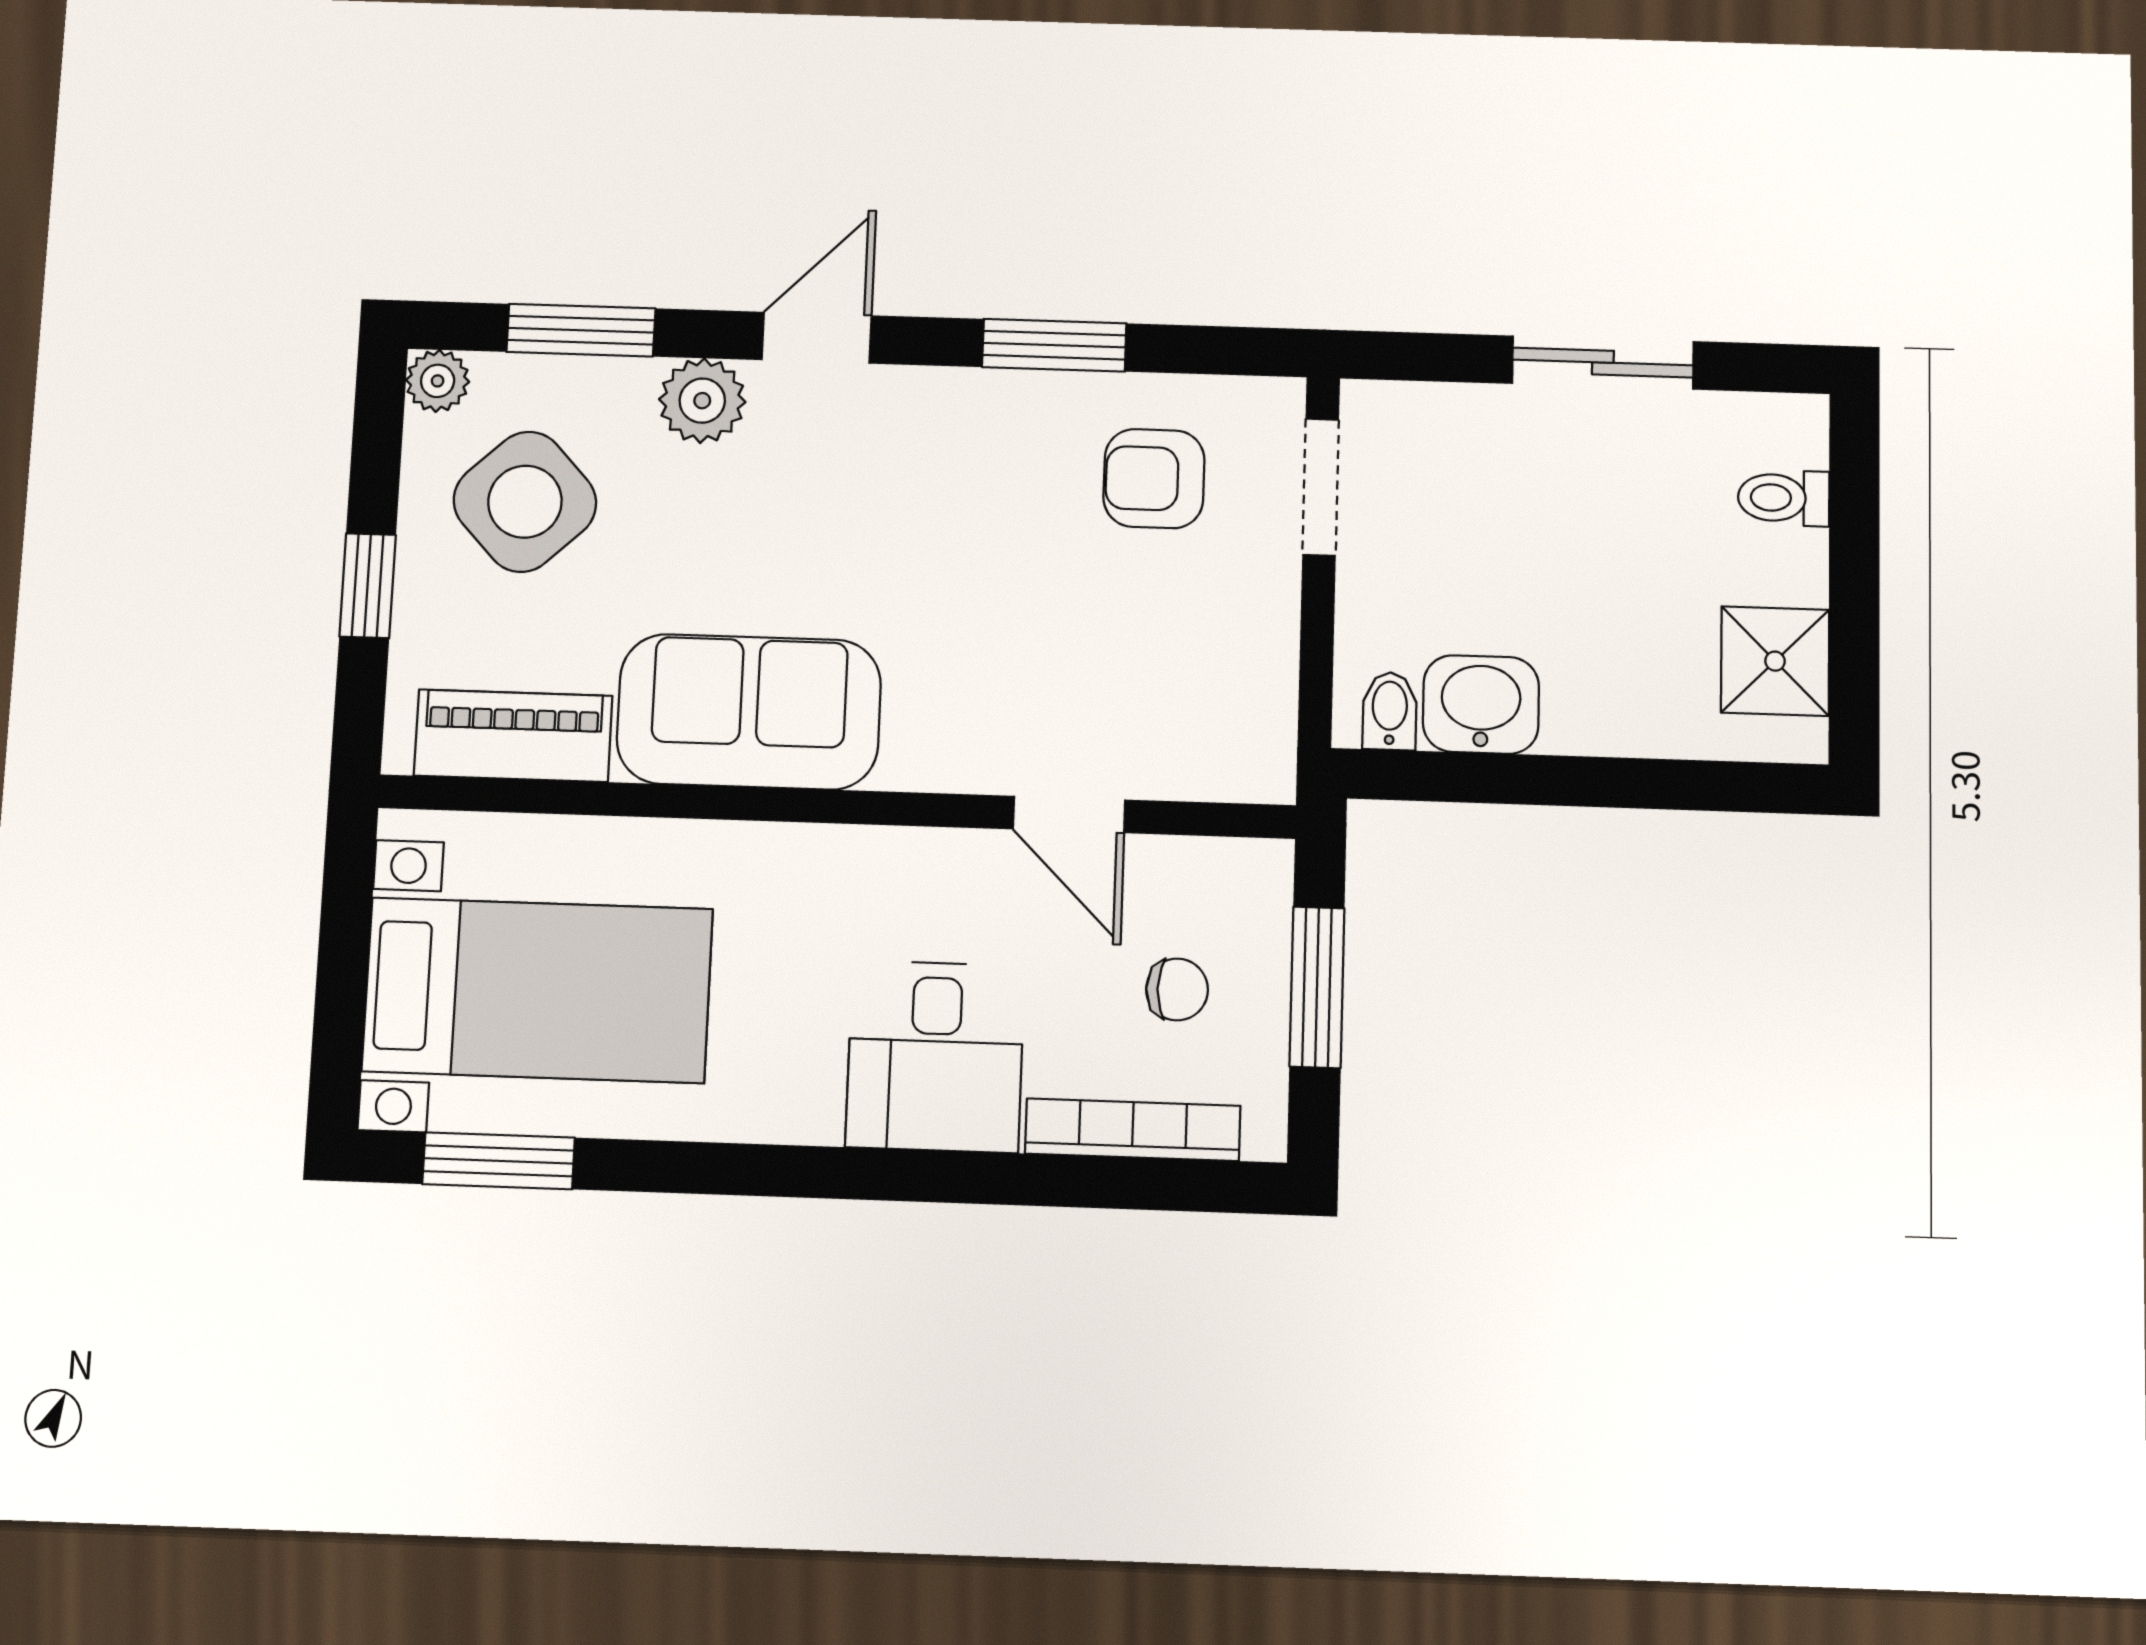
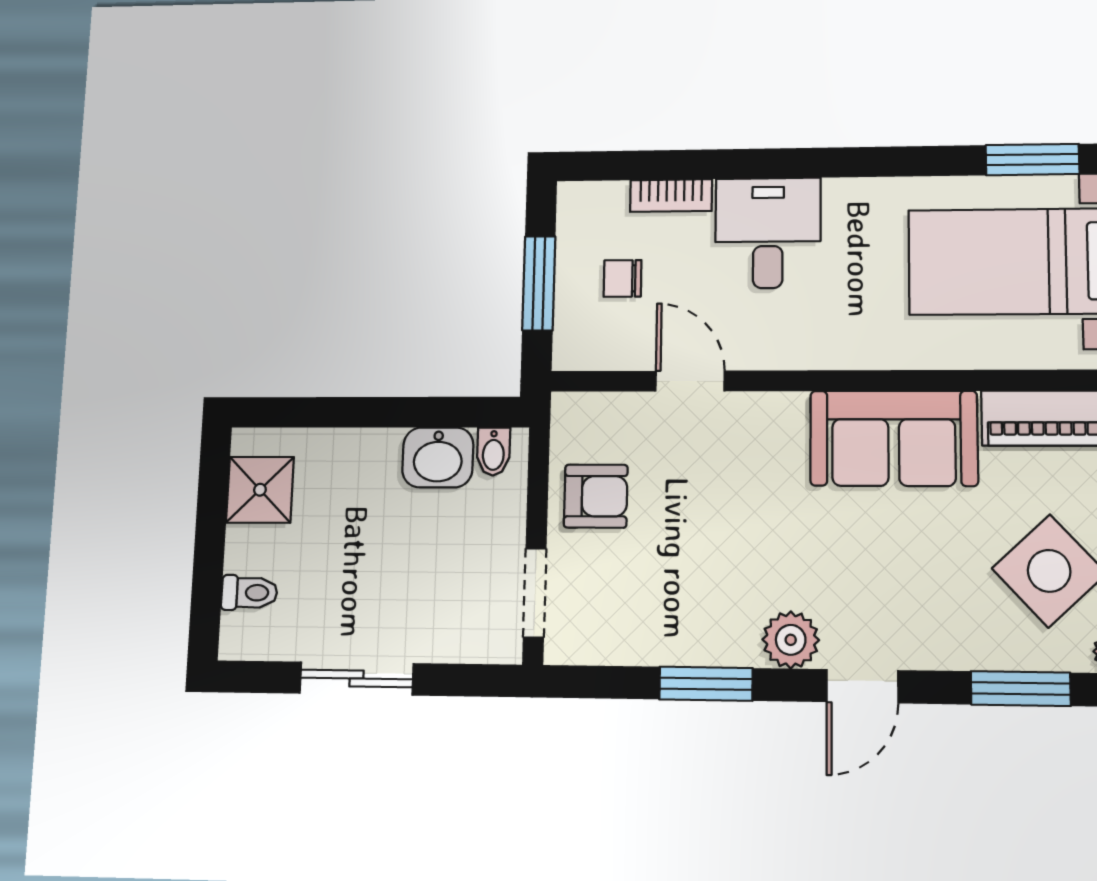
plant: (702, 401) -> (791, 640), moved
armchair: (1154, 479) -> (596, 496), moved
bookcase: (1133, 1130) -> (671, 196), width x0.64

